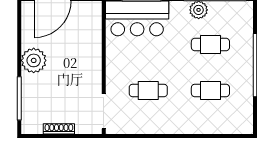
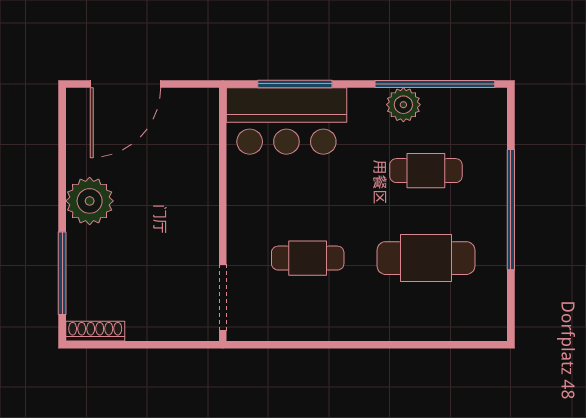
cafe table: (210, 90) -> (426, 258), width x1.37, depth x1.35
shoe rack: (59, 129) -> (95, 331), moved

